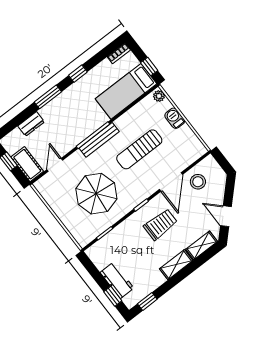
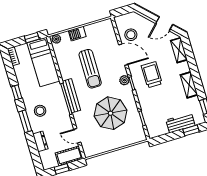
stool: (67, 110) -> (40, 111), added
plant: (141, 195) -> (124, 80), added
shelving: (176, 265) -> (189, 85), moved

